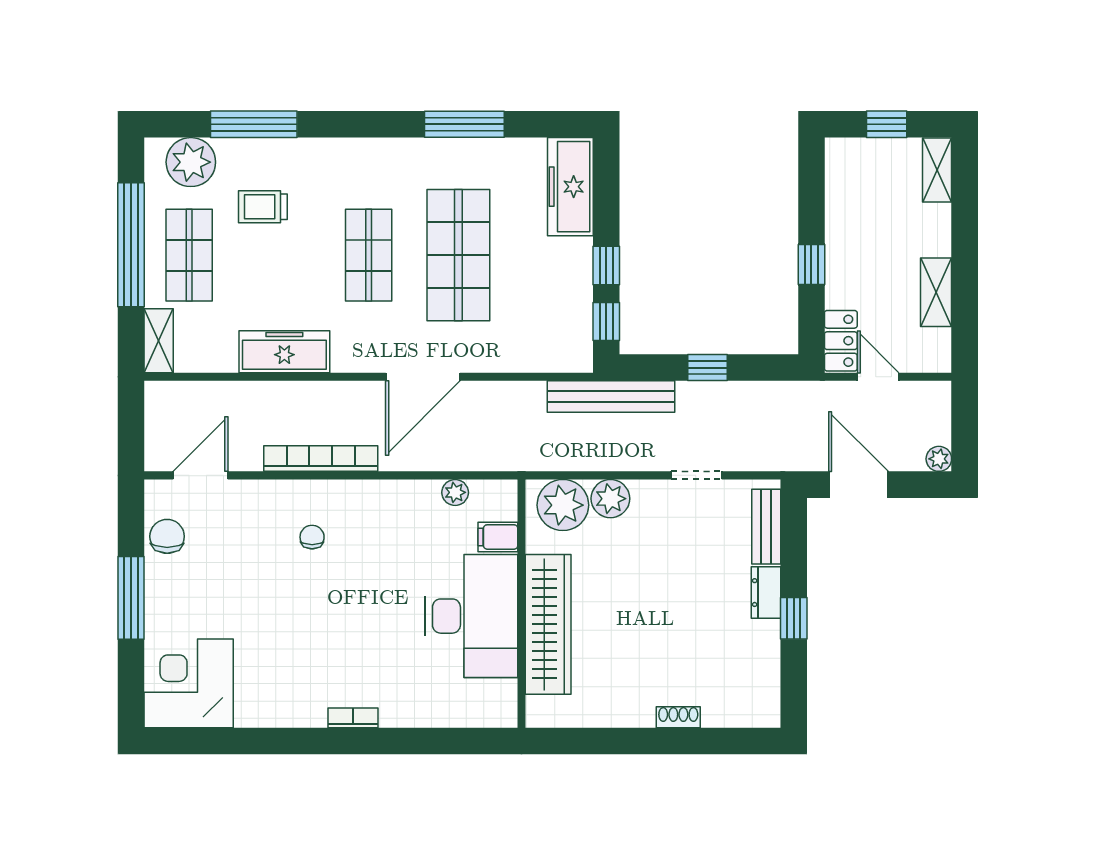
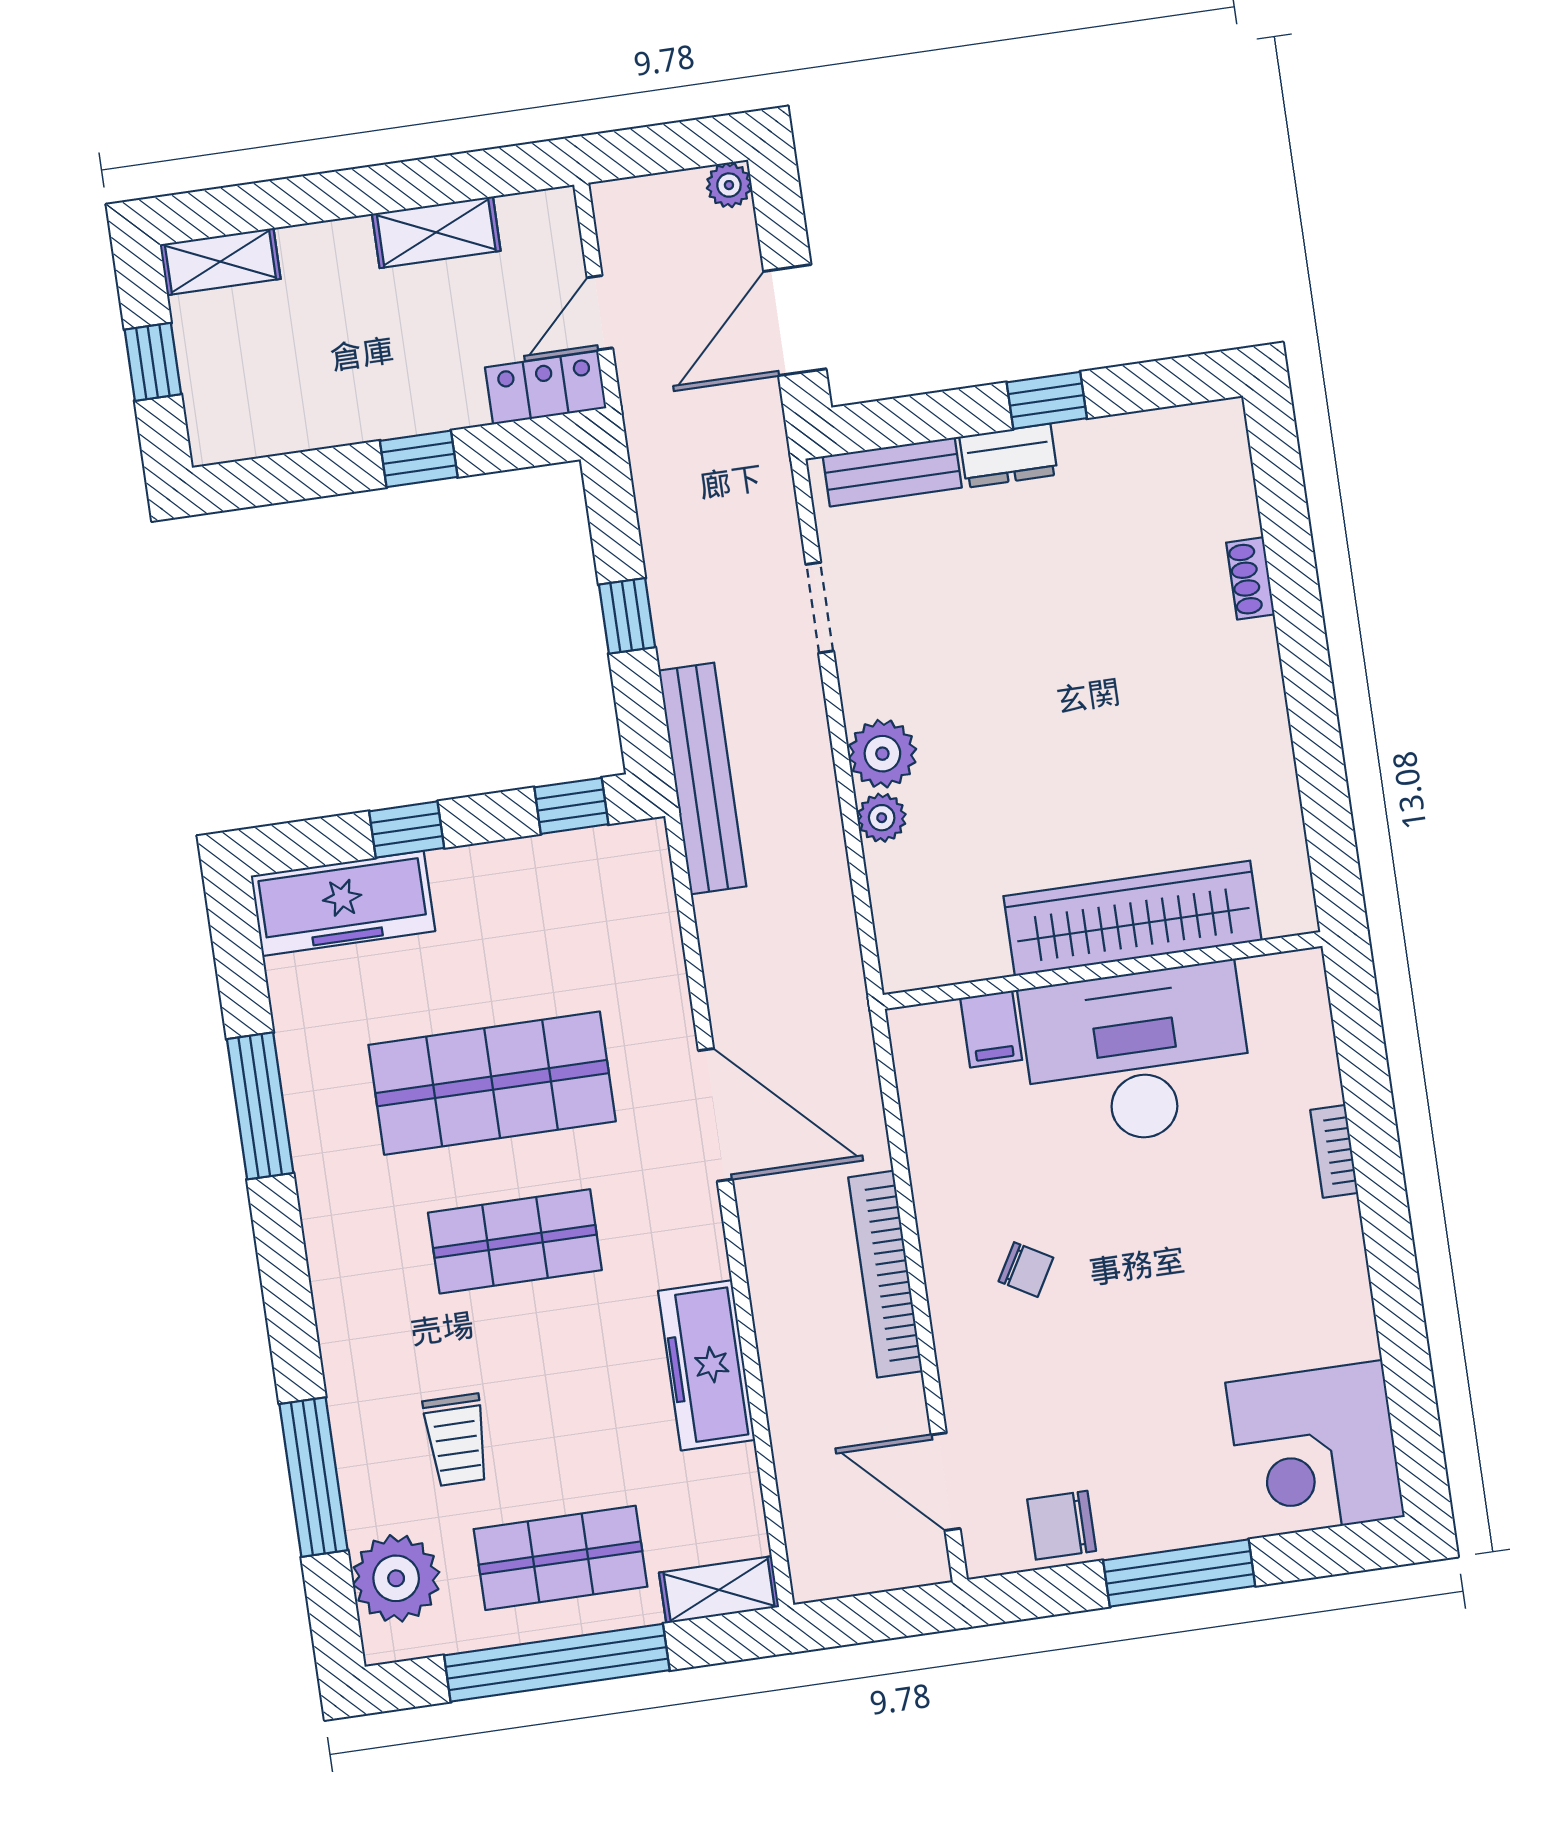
window: (606, 266) -> (407, 830), moved
plant: (455, 492) -> (911, 1029), removed
plant: (563, 505) -> (882, 818), width x0.53, depth x0.53
chair: (312, 537) -> (1026, 1270), turned -150
filing cabinet: (498, 537) -> (991, 1029), moved
wall: (522, 604) -> (1103, 970), moved
desk: (471, 616) -> (1137, 1056), moved
wardrobe: (548, 624) -> (1132, 918), moved

